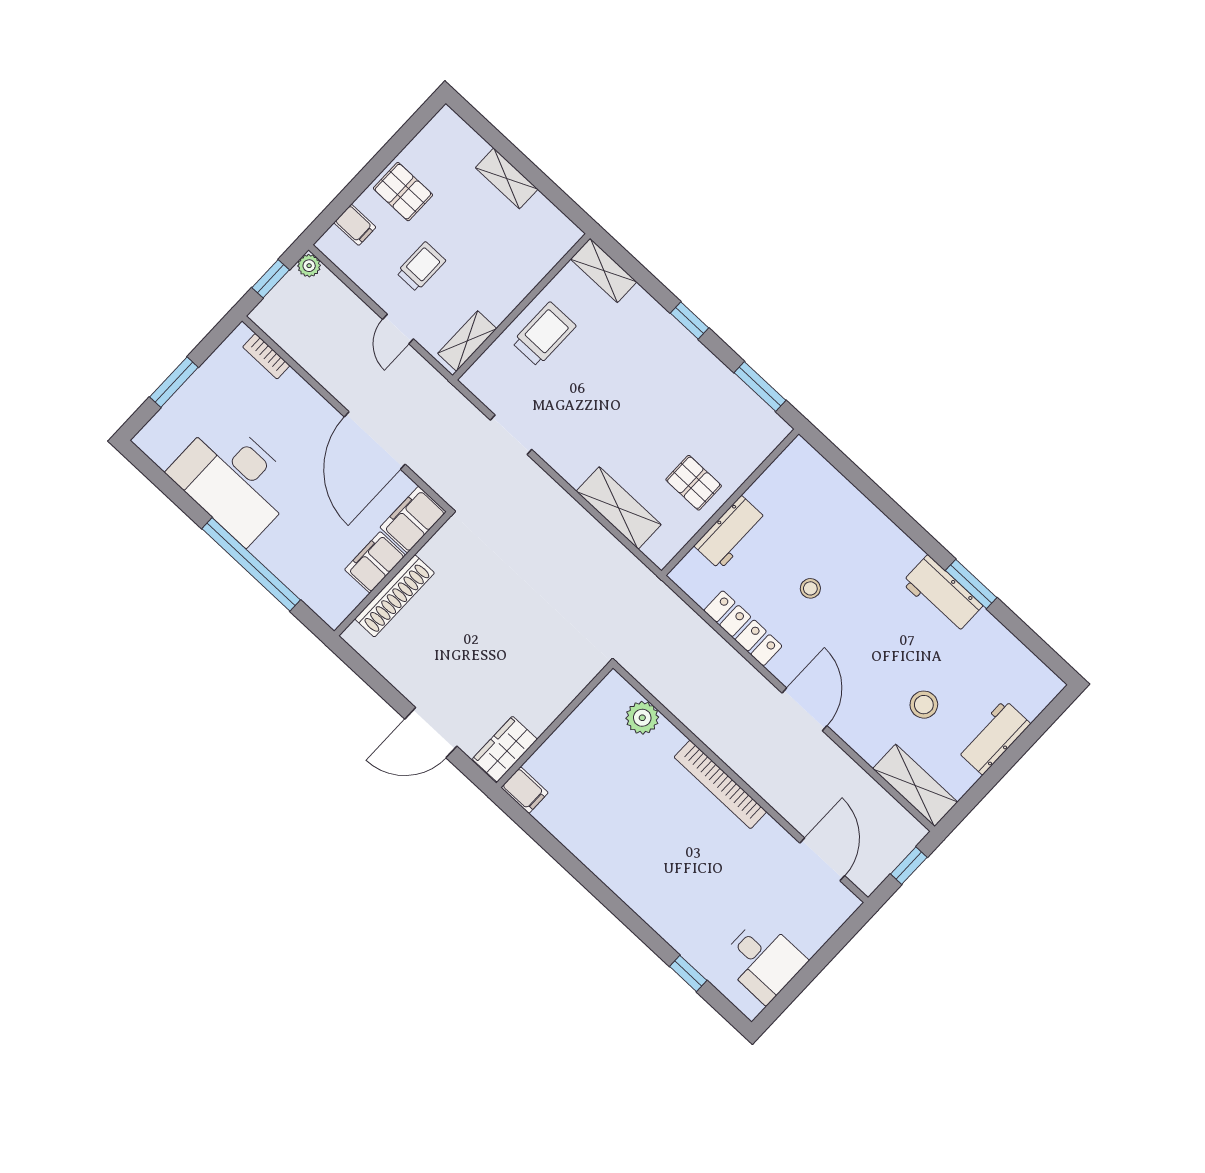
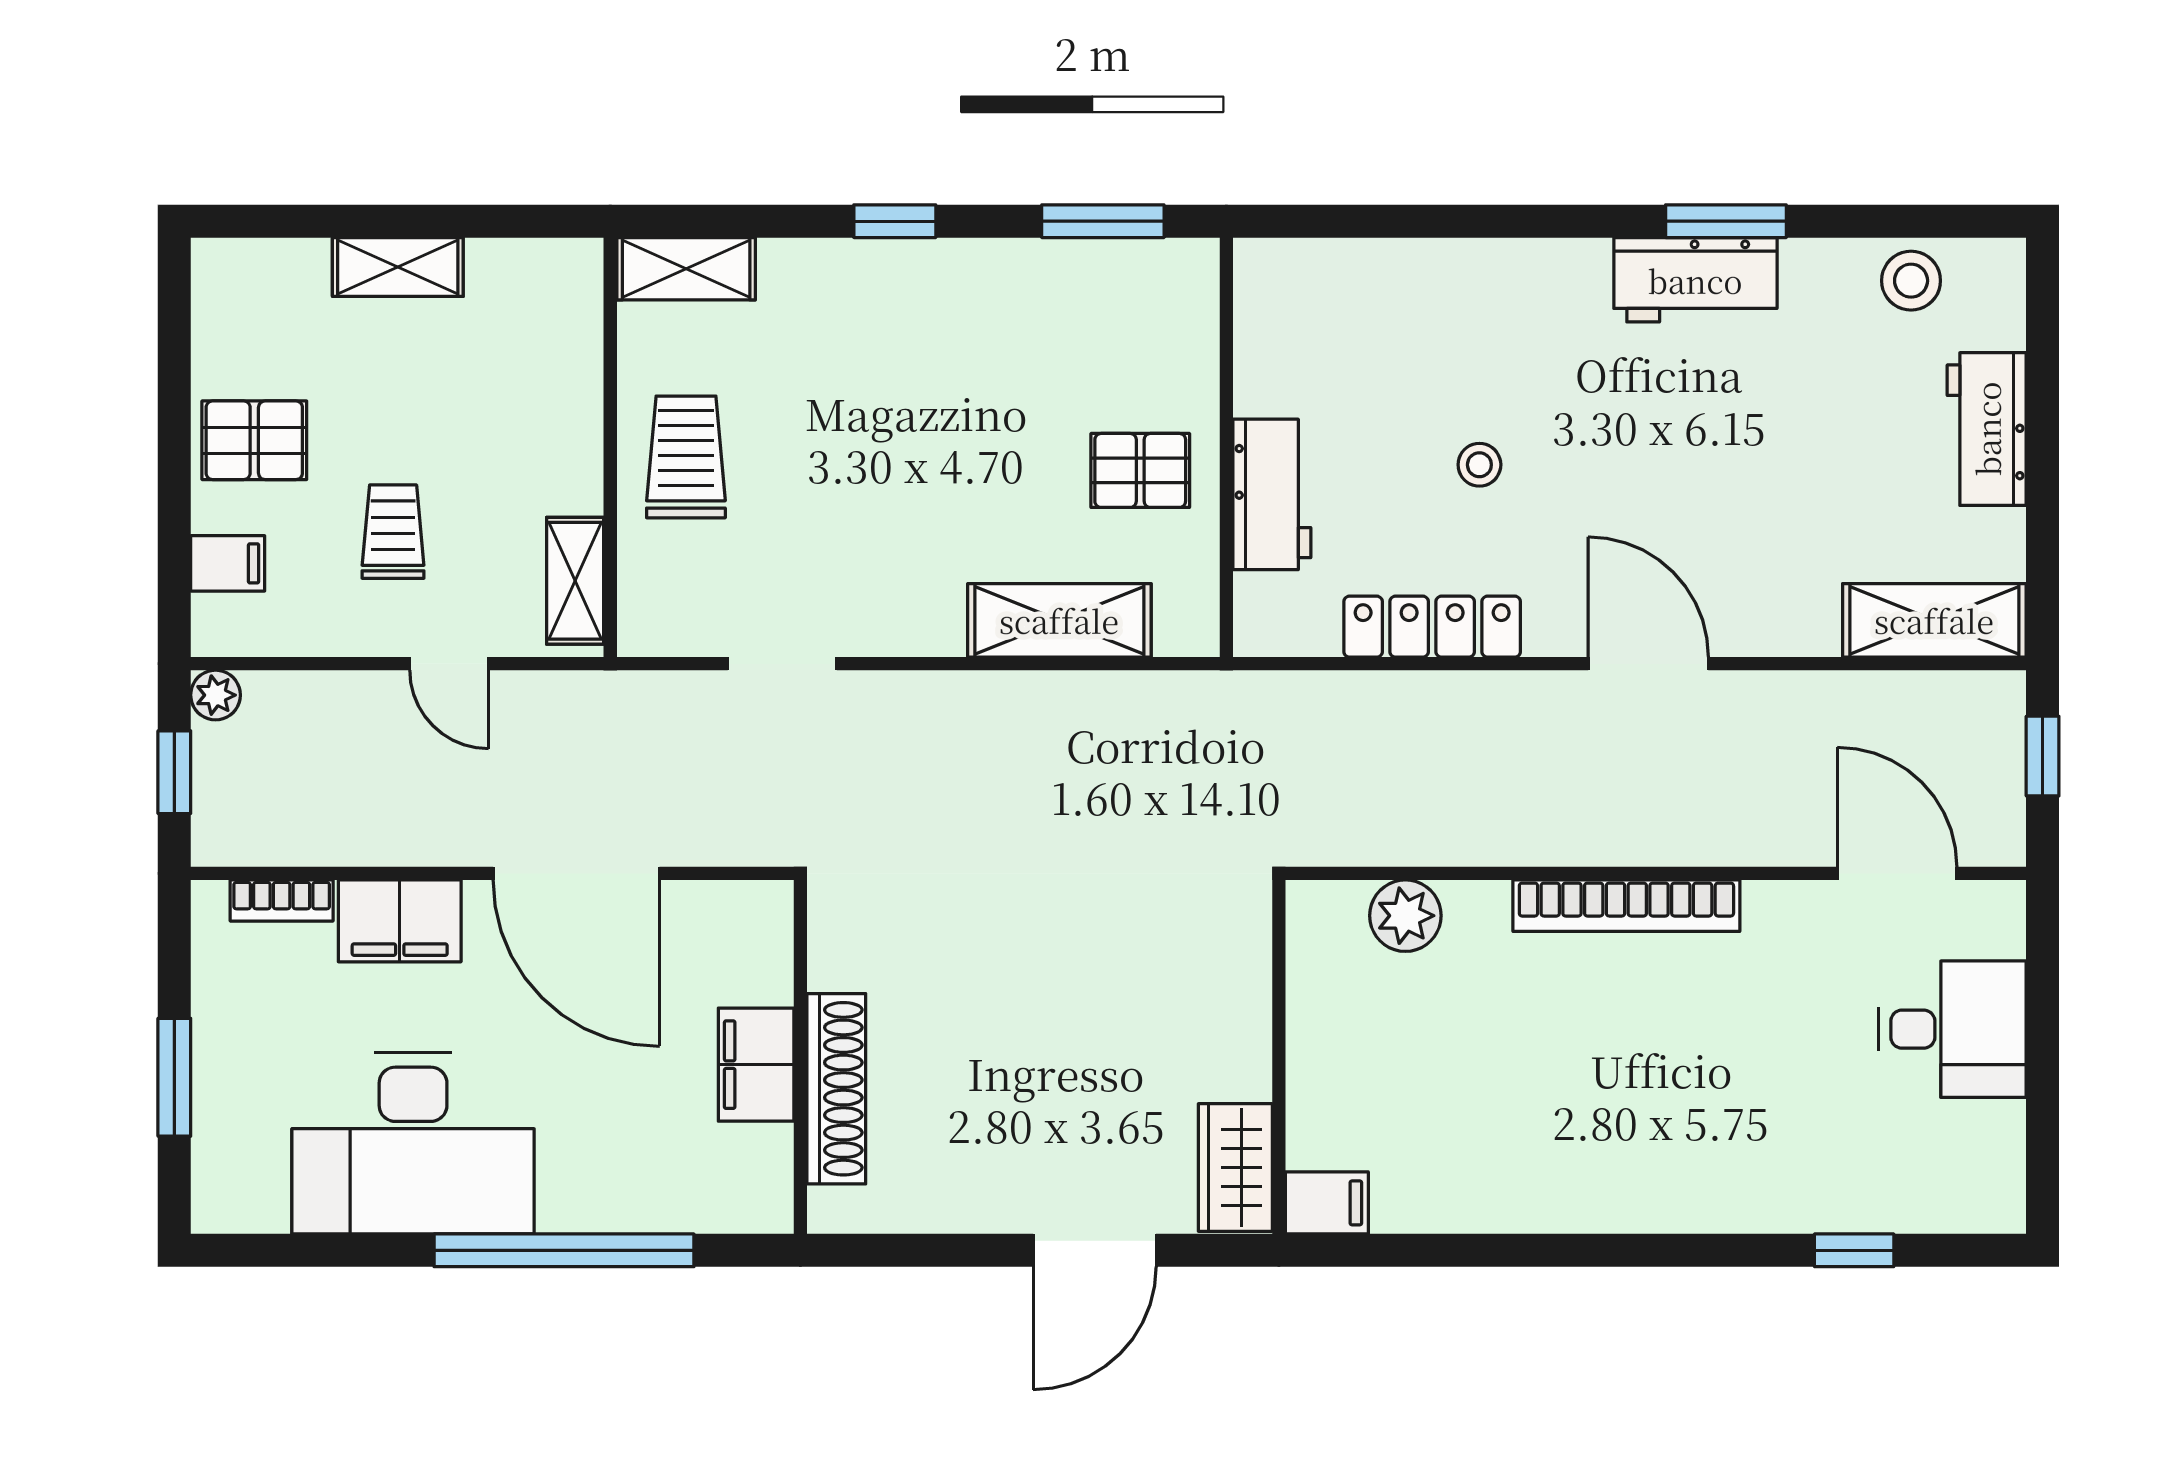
filing cabinet: (413, 520) -> (400, 921), moved, turned -90
stool: (924, 705) -> (1911, 281), moved
desk: (763, 960) -> (1953, 1029), moved

